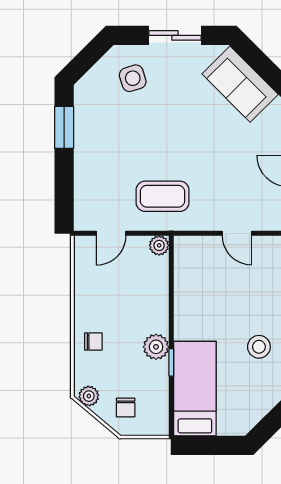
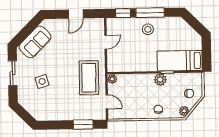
side table: (133, 78) -> (42, 81), moved
window: (64, 127) -> (83, 124), moved
coffee table: (163, 196) -> (89, 78), width x1.36, depth x1.32
stool: (259, 347) -> (148, 29), moved

